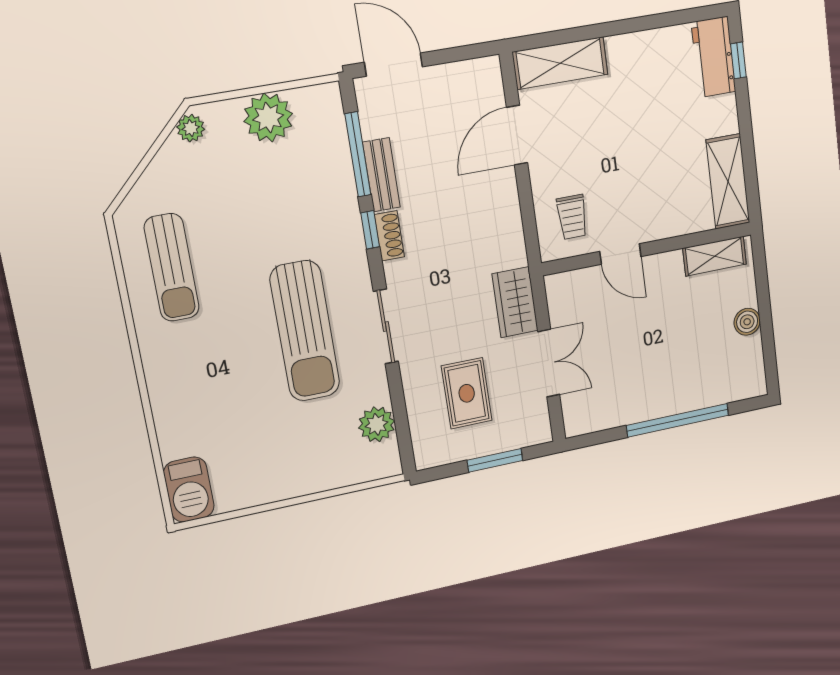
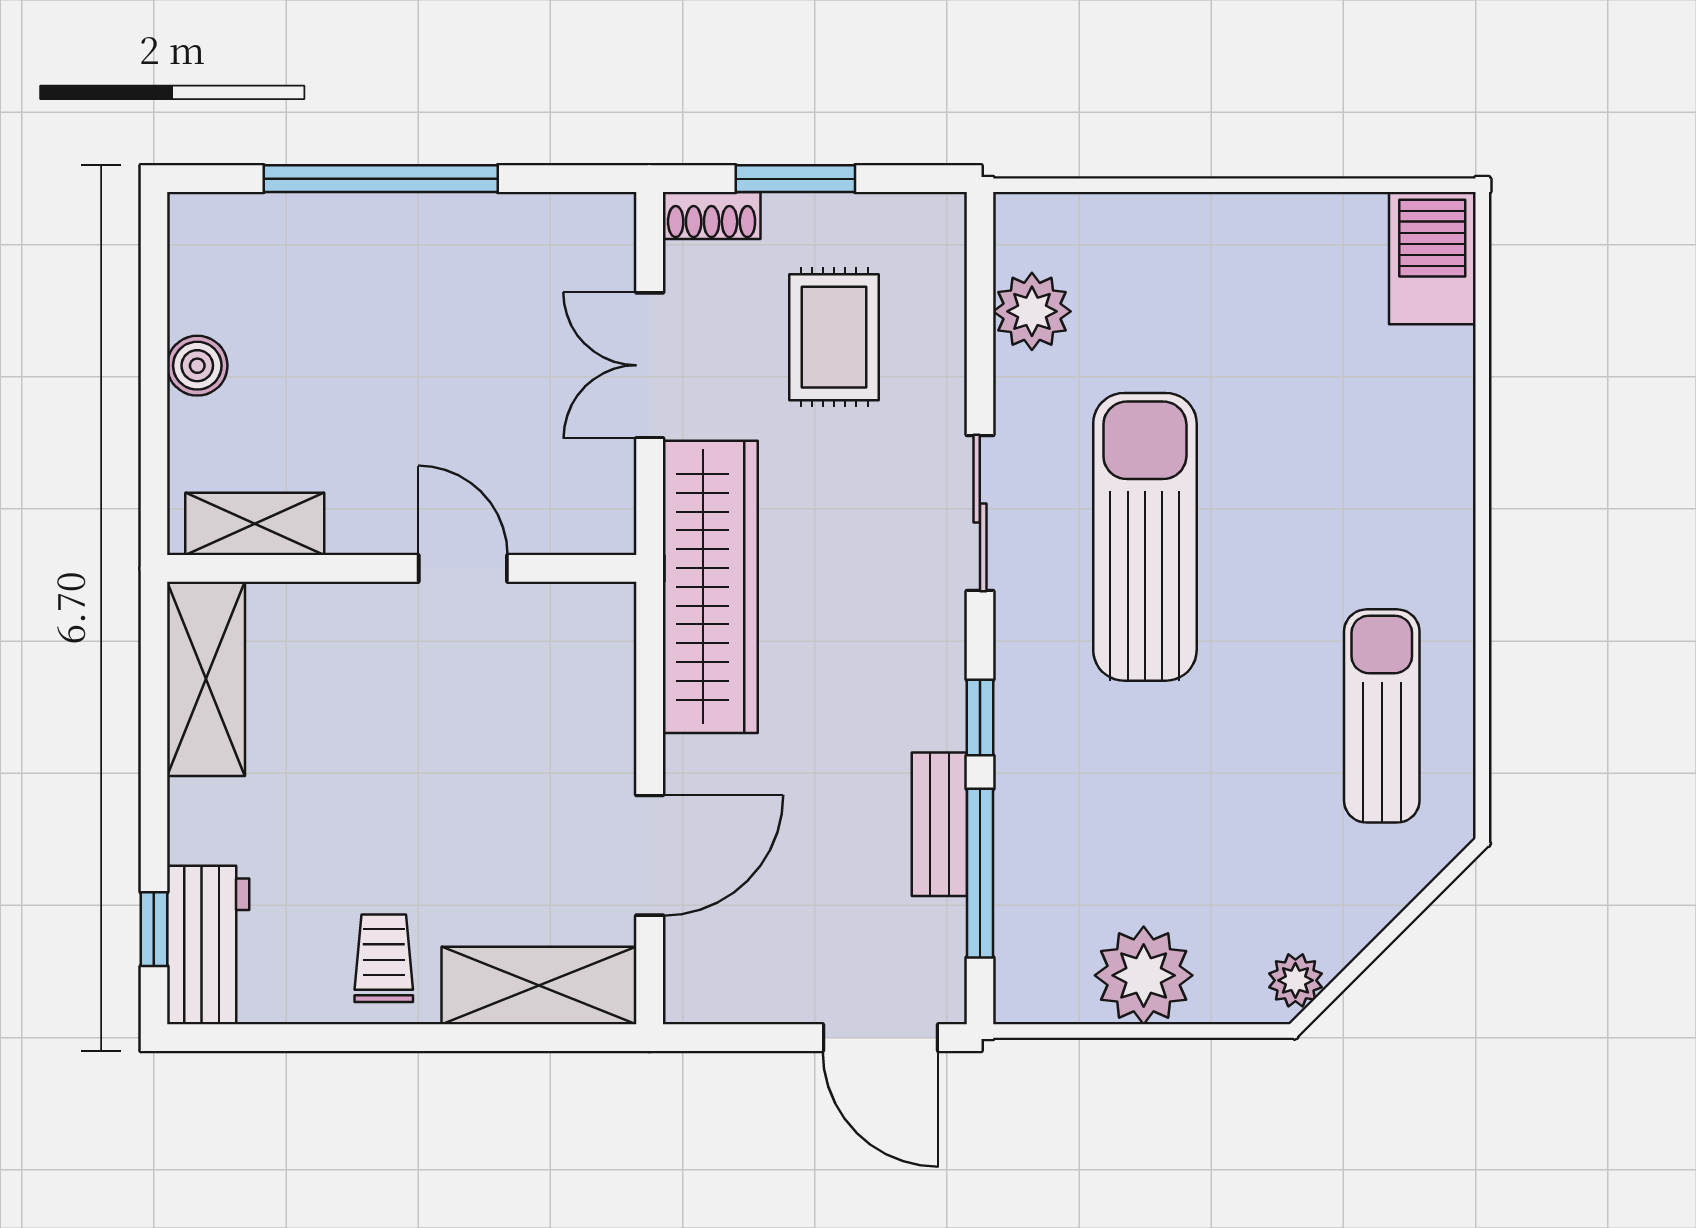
trolley: (572, 217) -> (384, 958), moved
shoe rack: (389, 236) -> (712, 215), moved, turned -90
wardrobe: (515, 302) -> (710, 587), width x2.10, depth x1.17

